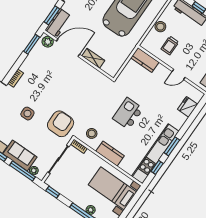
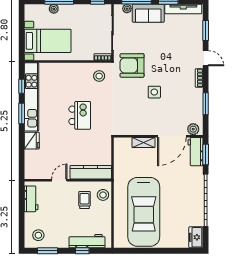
stool: (160, 27) -> (103, 195), moved
window: (32, 44) -> (206, 104), moved
kitchen counter: (145, 60) -> (91, 172), width x1.50
fridge: (188, 107) -> (32, 141), moved
side table: (27, 114) -> (154, 92), moved
armchair: (61, 124) -> (132, 65), turned 90
kitchen counter: (110, 154) -> (71, 70), removed

